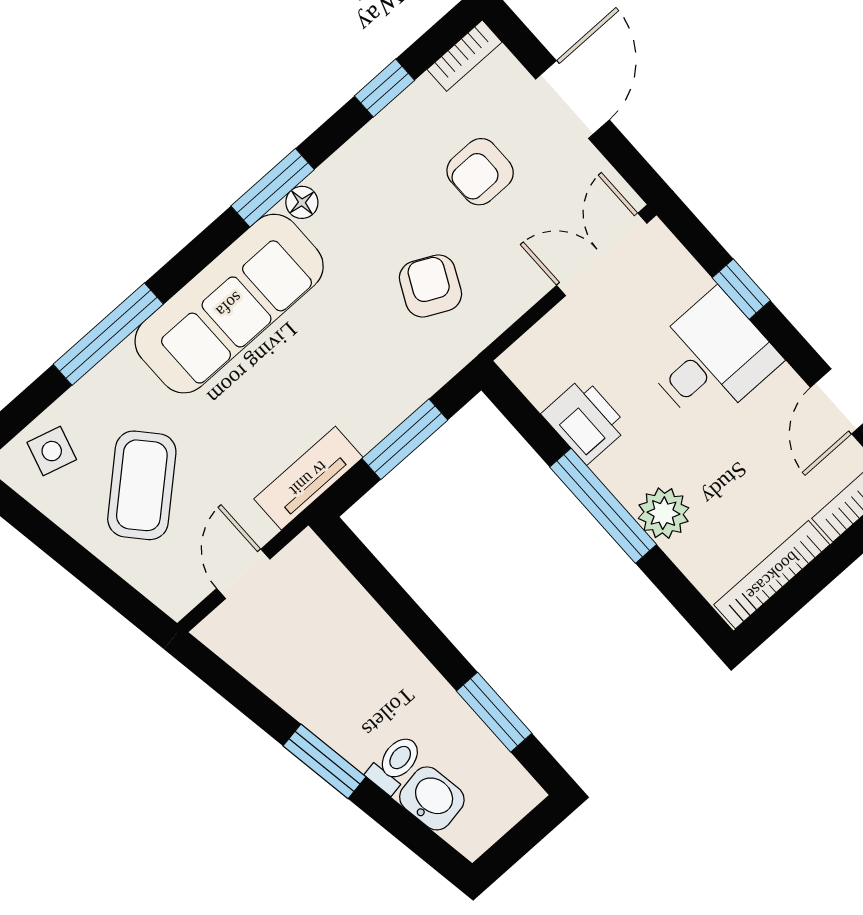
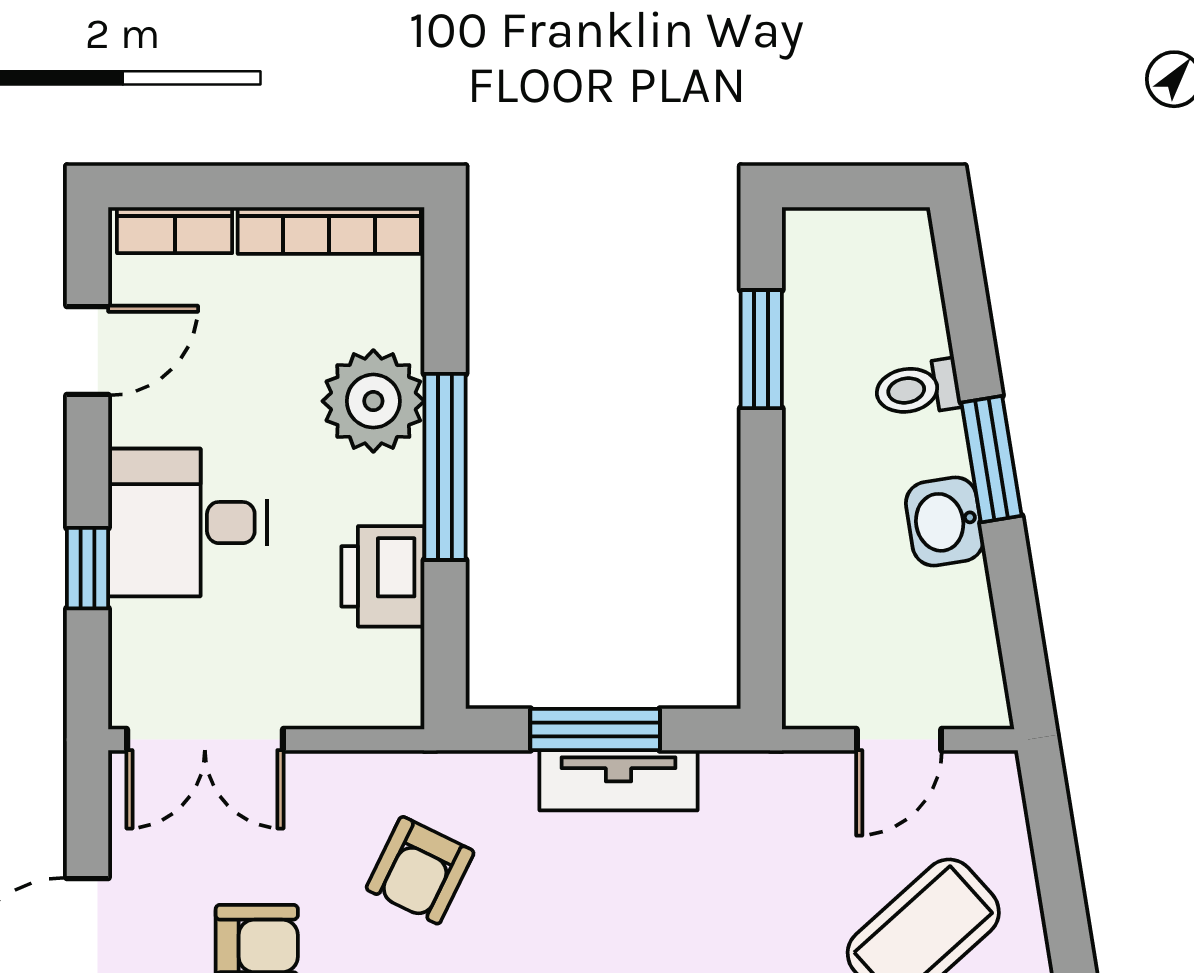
tv unit: (308, 478) -> (618, 780), moved
plant: (664, 513) -> (373, 401), width x1.36, depth x1.36
washbasin: (432, 798) -> (945, 522), moved

